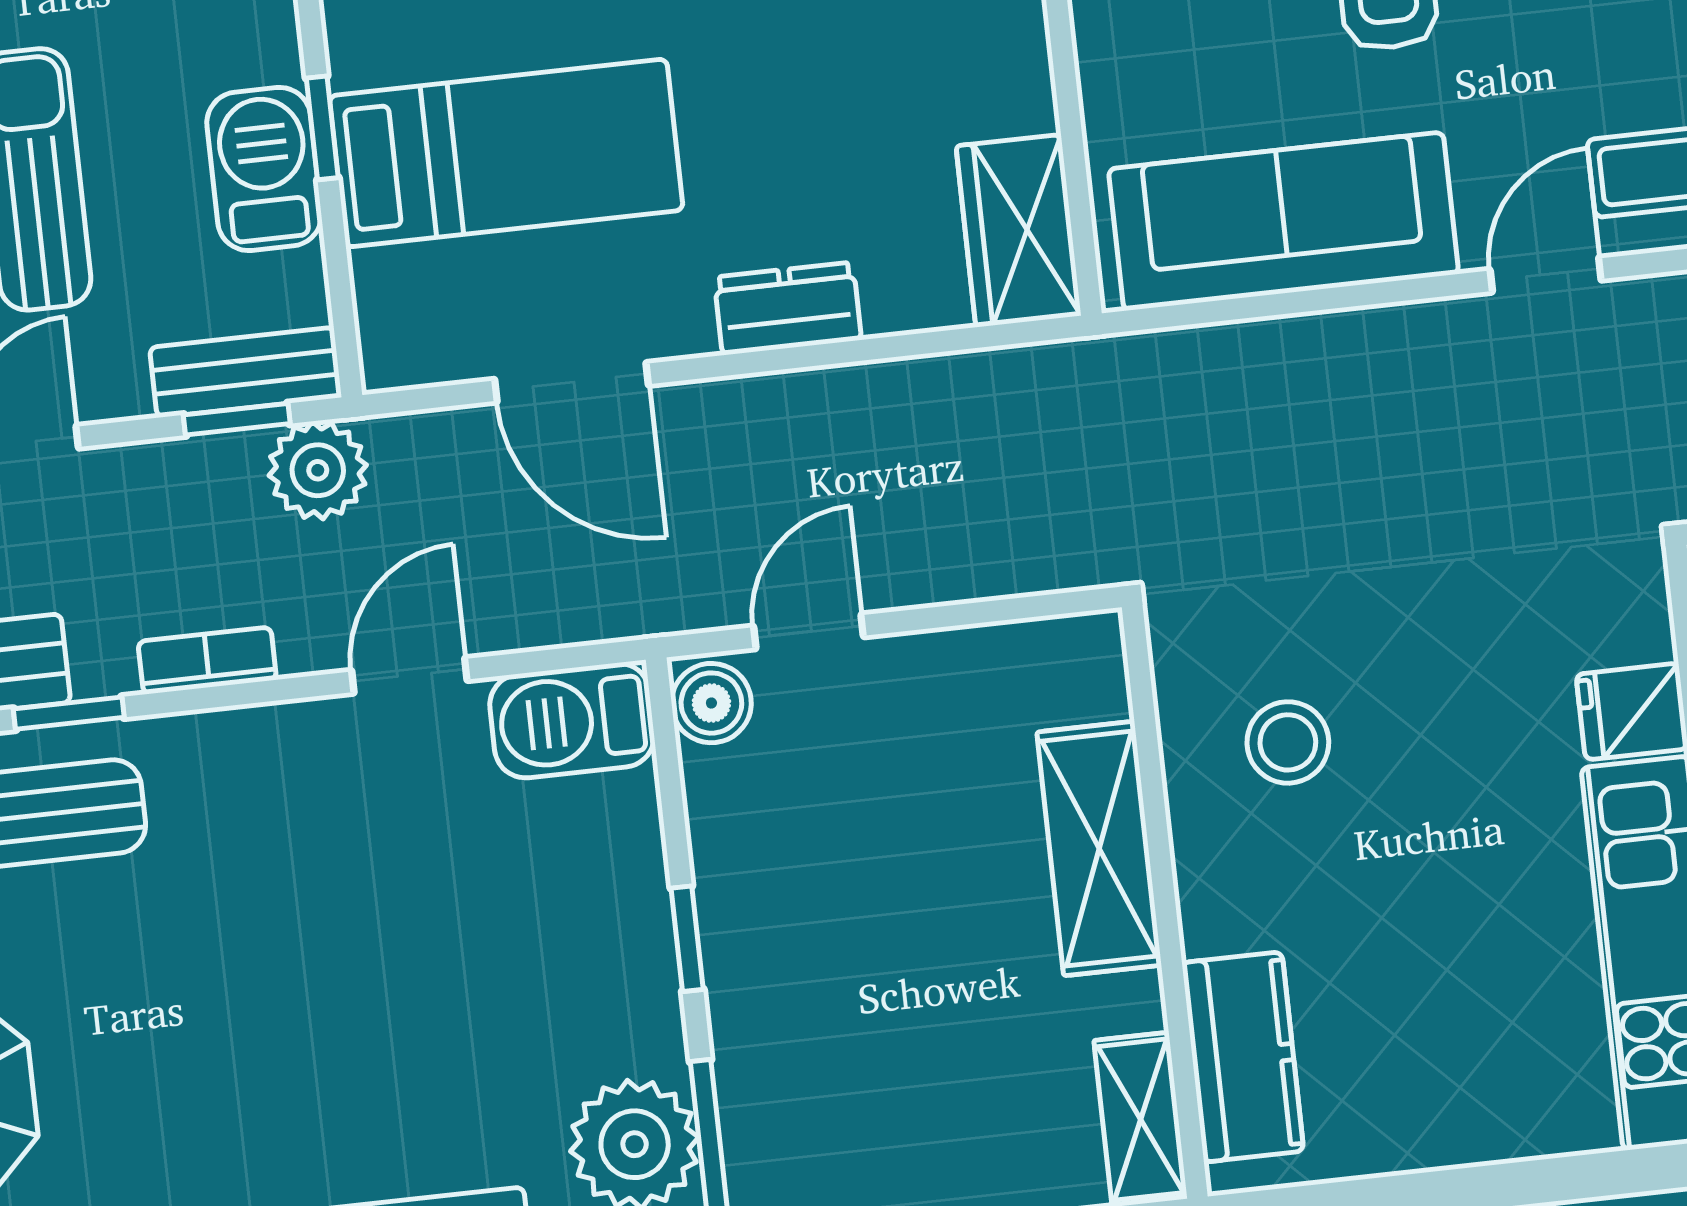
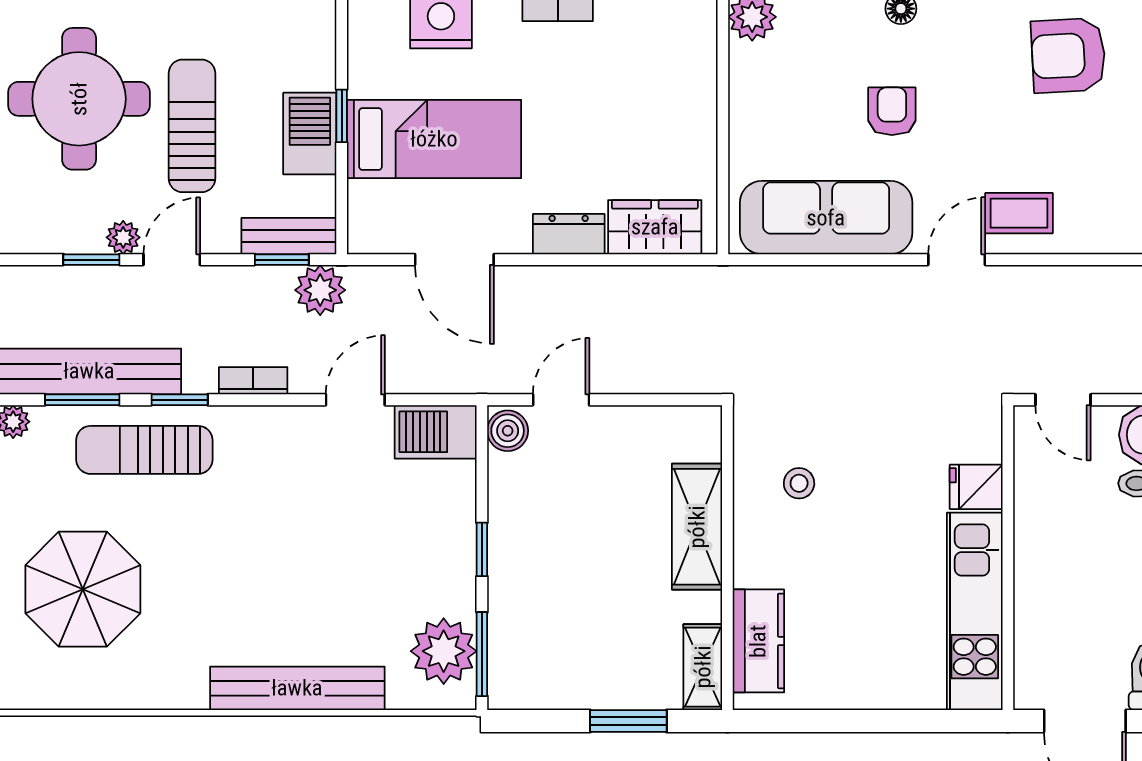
wardrobe: (1019, 231) -> (655, 227), moved, turned 90
stool: (1288, 742) -> (799, 483), width x0.73, depth x0.73

